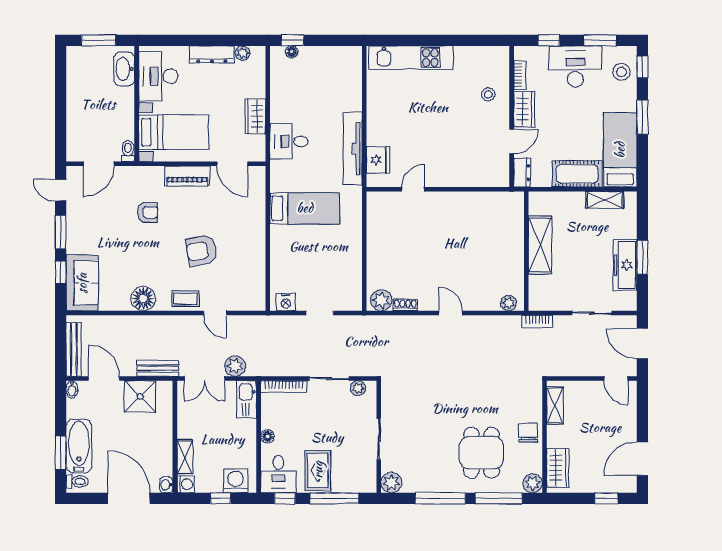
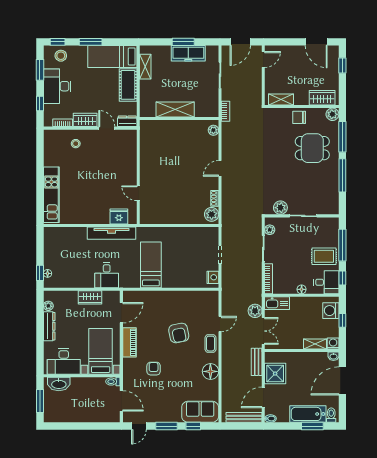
plant: (391, 482) -> (280, 208), moved

